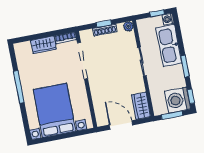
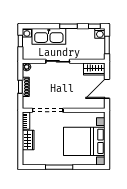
washing machine: (178, 100) -> (100, 33), width x0.53, depth x0.53

